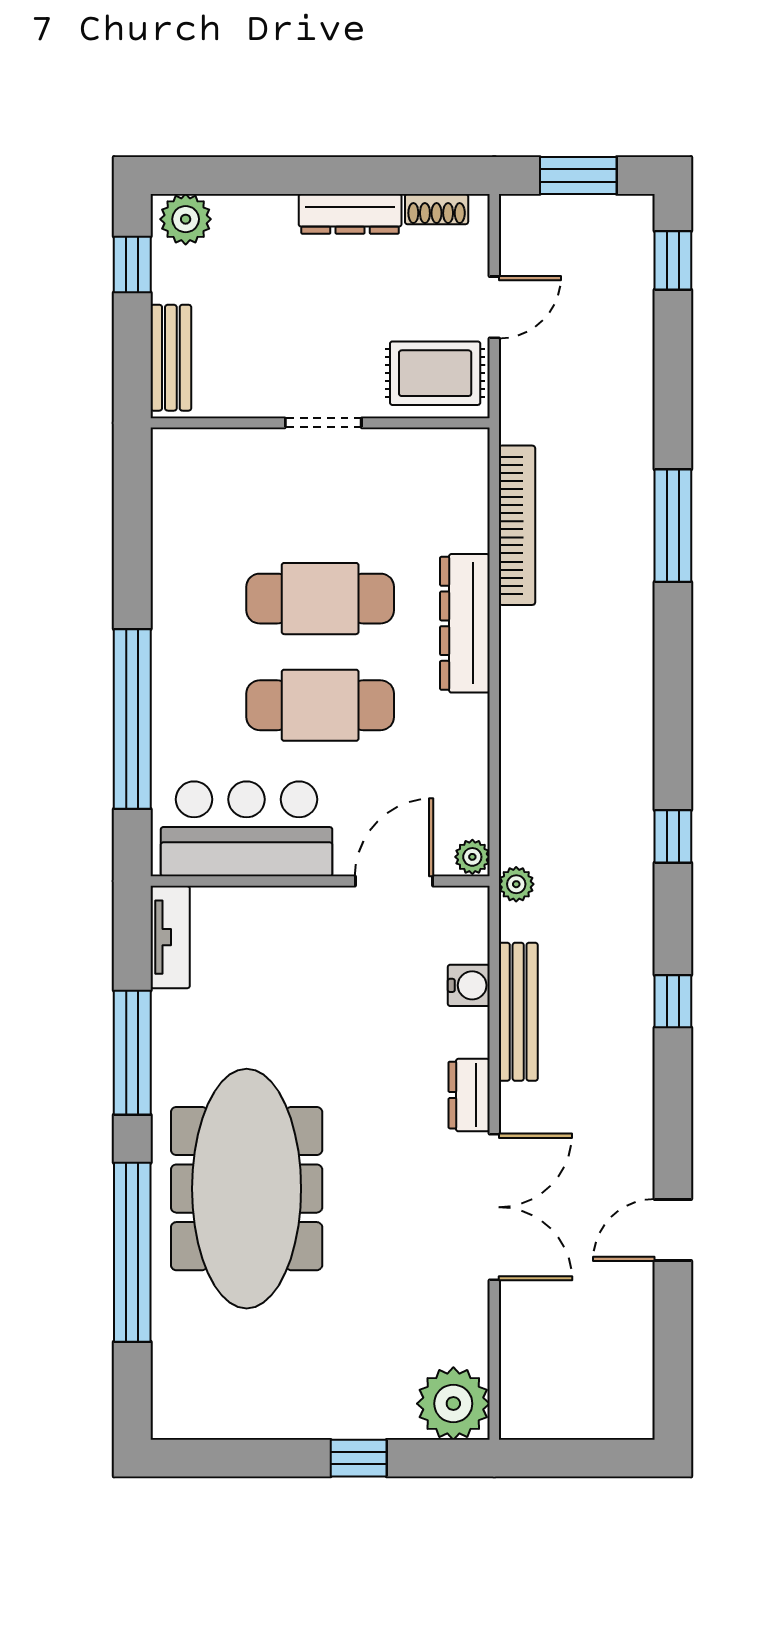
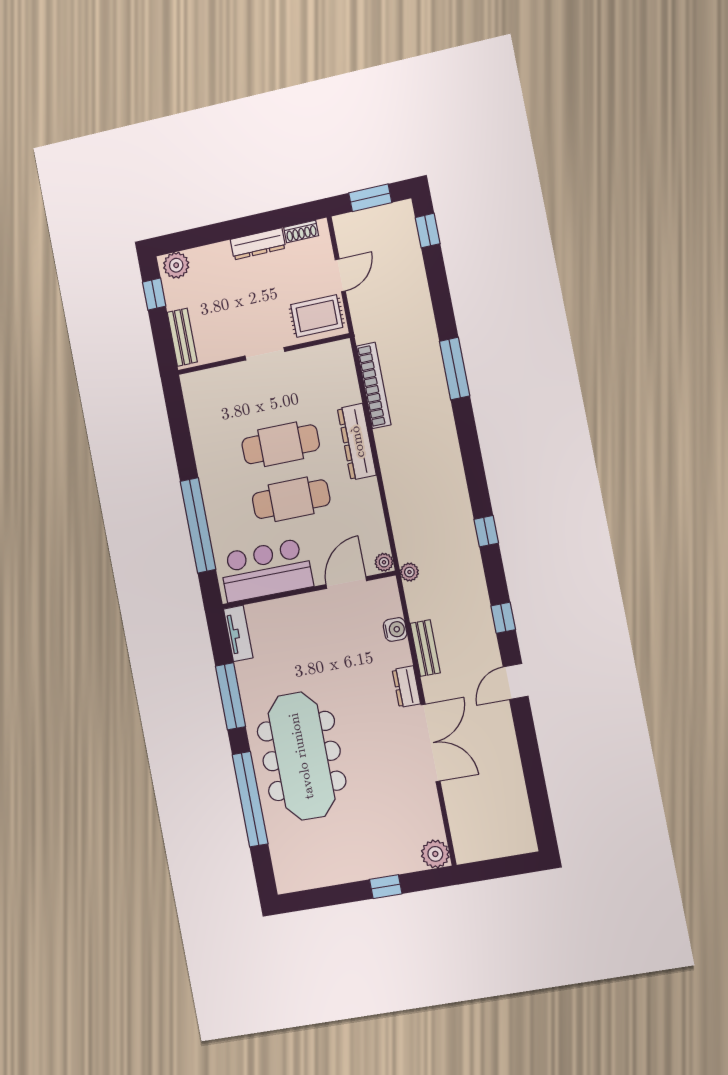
bench: (518, 1012) -> (425, 648), width x0.73
door: (673, 1230) -> (516, 681), moved
plant: (453, 1404) -> (435, 854), width x0.73, depth x0.73

